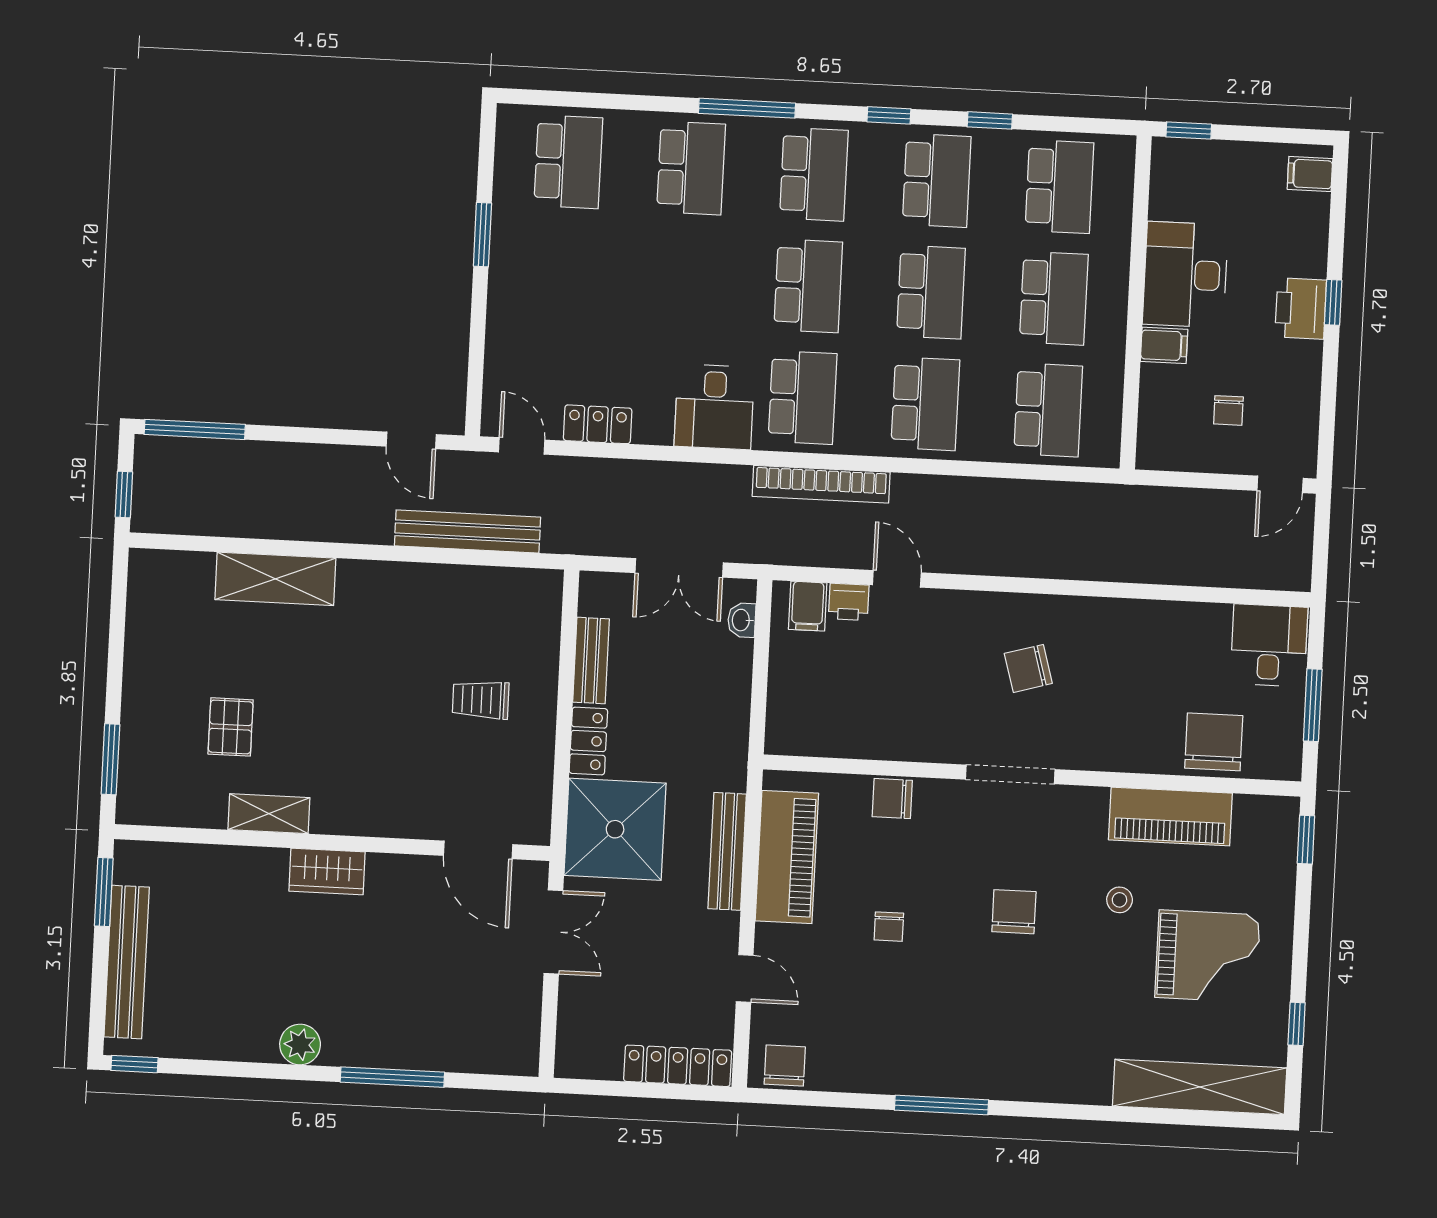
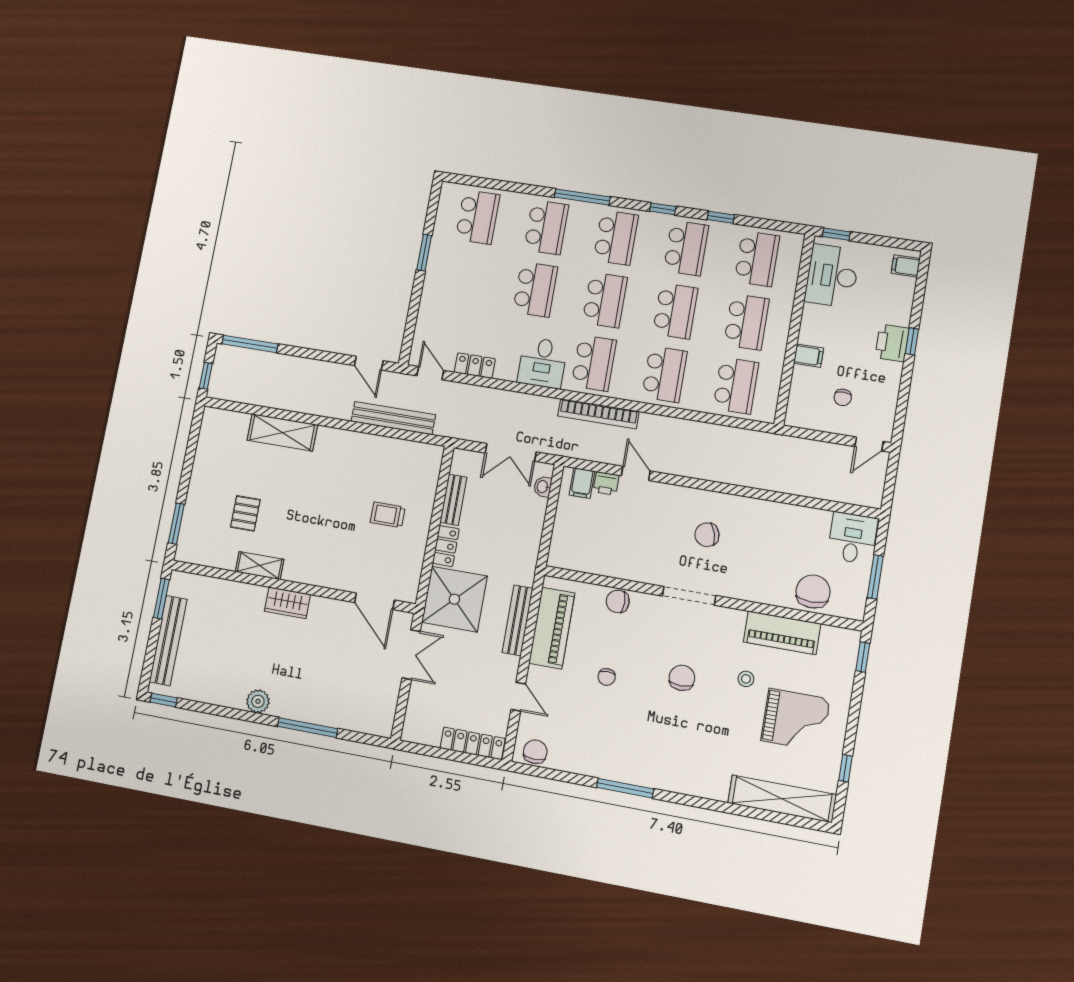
desk: (1185, 275) -> (832, 276), moved
school desk: (685, 280) -> (535, 289), added

